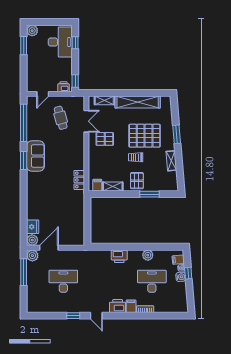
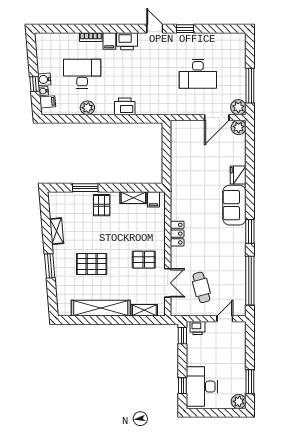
double door: (86, 121) -> (168, 283), swing flipped
pallet: (145, 136) -> (92, 264), width x0.73, depth x0.71
sofa: (35, 156) -> (234, 205), moved
trolley: (136, 157) -> (103, 236), removed
locker: (79, 180) -> (177, 234), moved
fridge: (33, 227) -> (238, 175), moved
desk: (152, 281) -> (82, 74), turned 180

